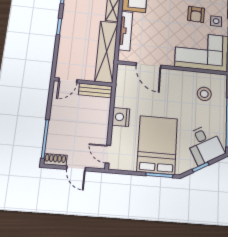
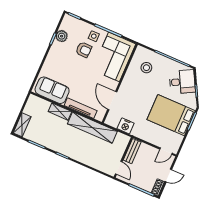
door: (148, 65) -> (112, 101), swing flipped
door: (68, 80) -> (119, 168), moved
wall: (83, 82) -> (123, 157), moved
bench: (95, 90) -> (132, 151), moved
nightstand: (121, 117) -> (126, 126), moved

